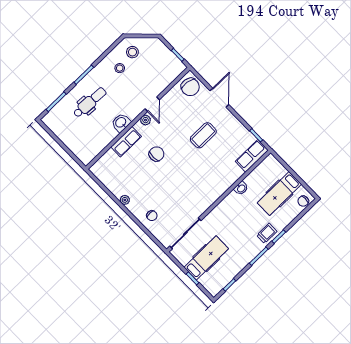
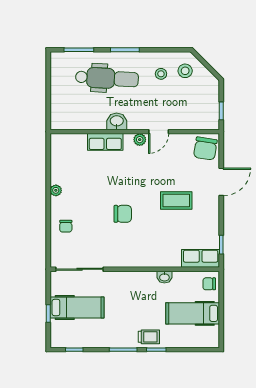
dental chair: (90, 102) -> (107, 78), width x1.36, depth x1.38
chair: (156, 154) -> (123, 214), moved
chair: (303, 201) -> (209, 284), moved

